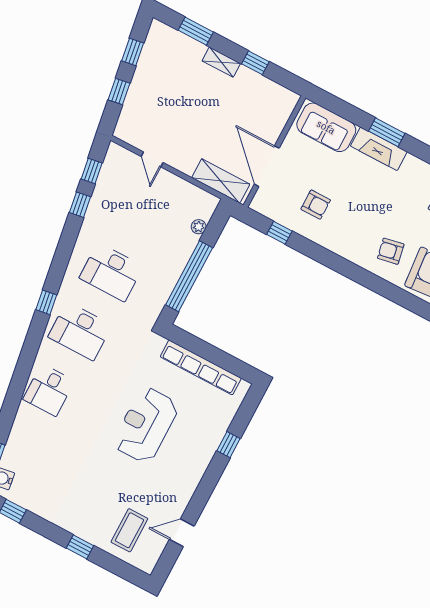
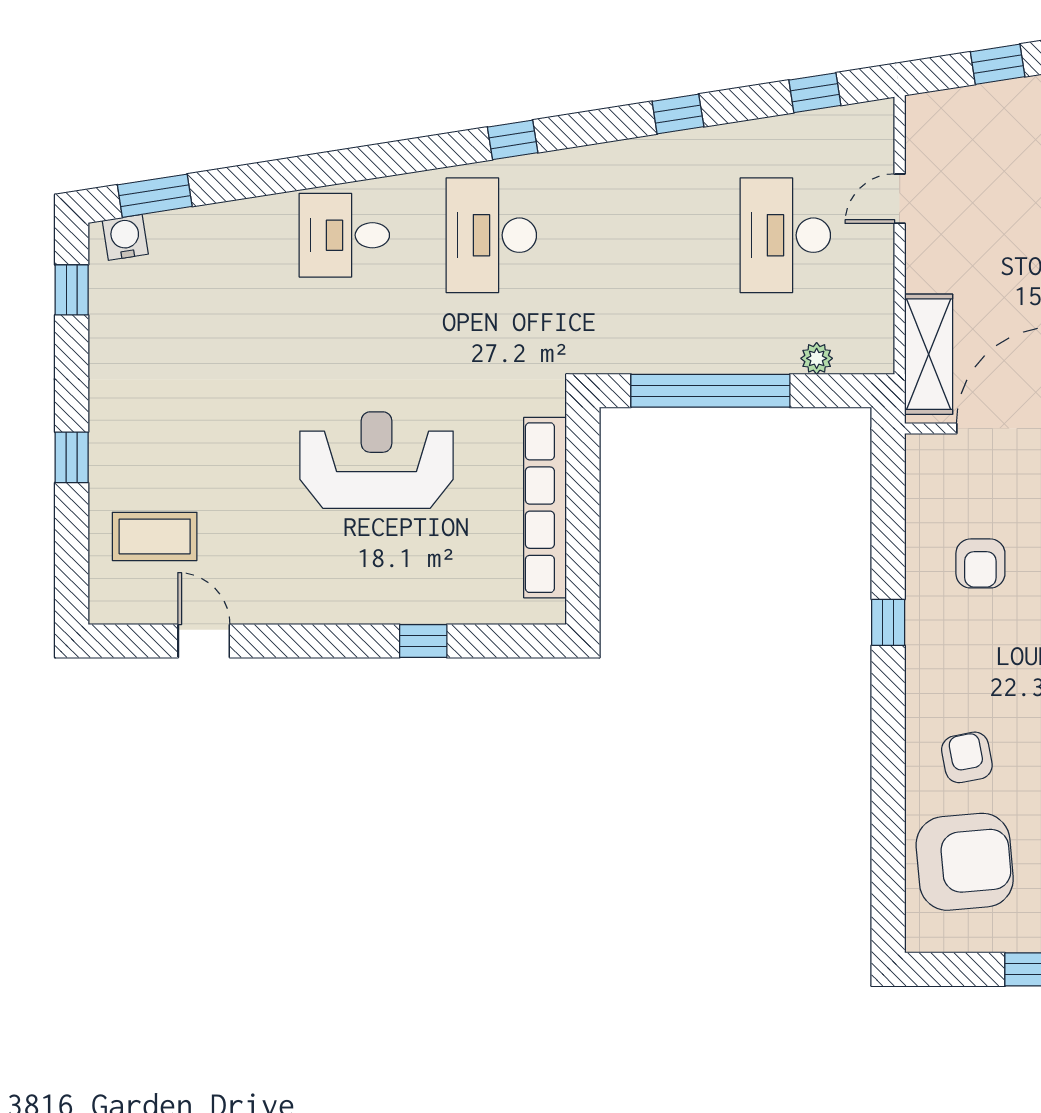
window: (80, 205) -> (678, 114), moved
window: (279, 233) -> (888, 622), moved
desk: (111, 272) -> (785, 235), moved

